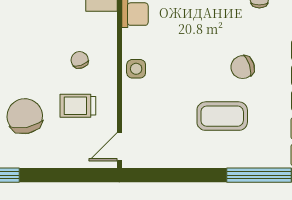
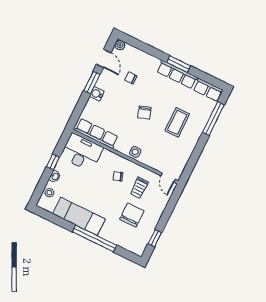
chair: (243, 67) -> (144, 113), moved
chair: (25, 116) -> (132, 215), turned 101

